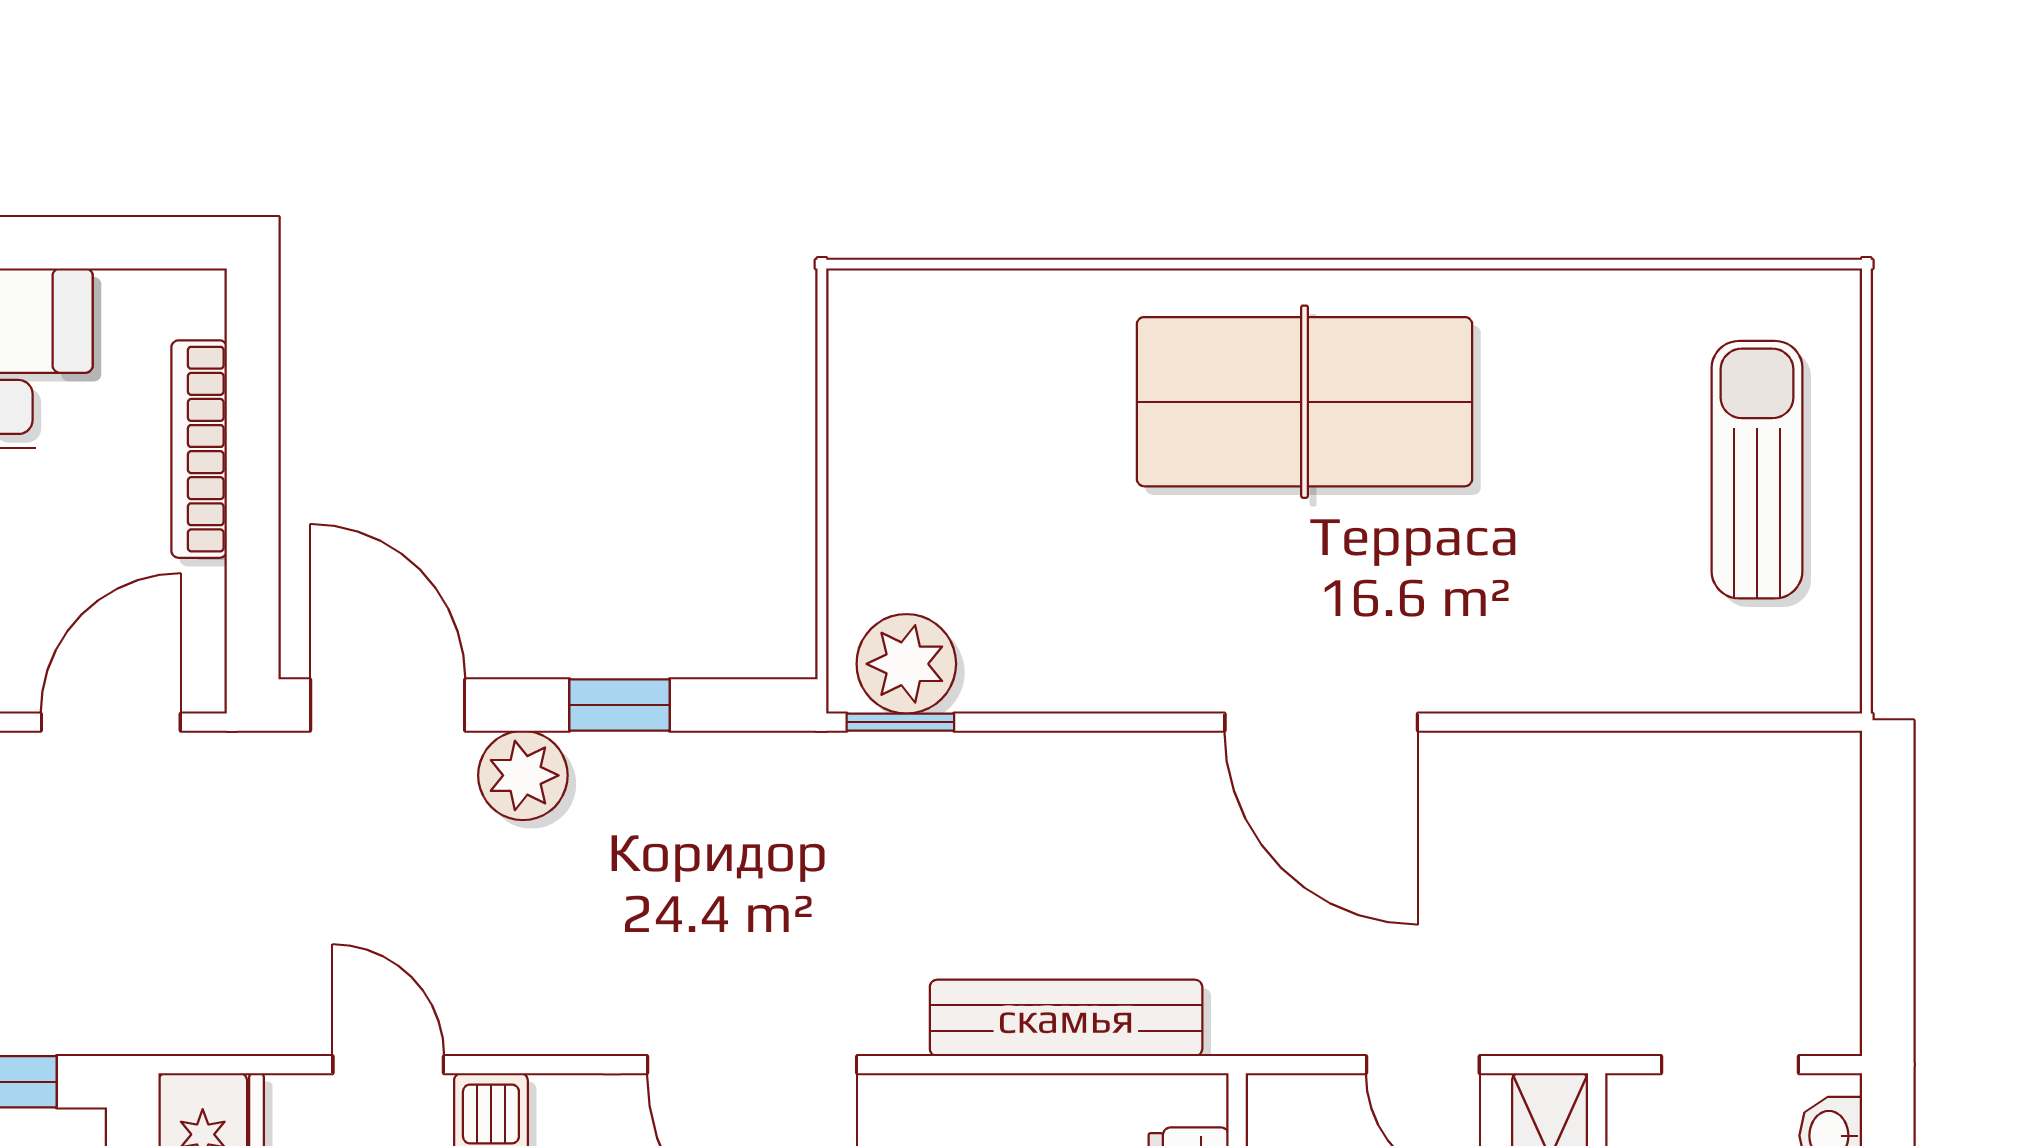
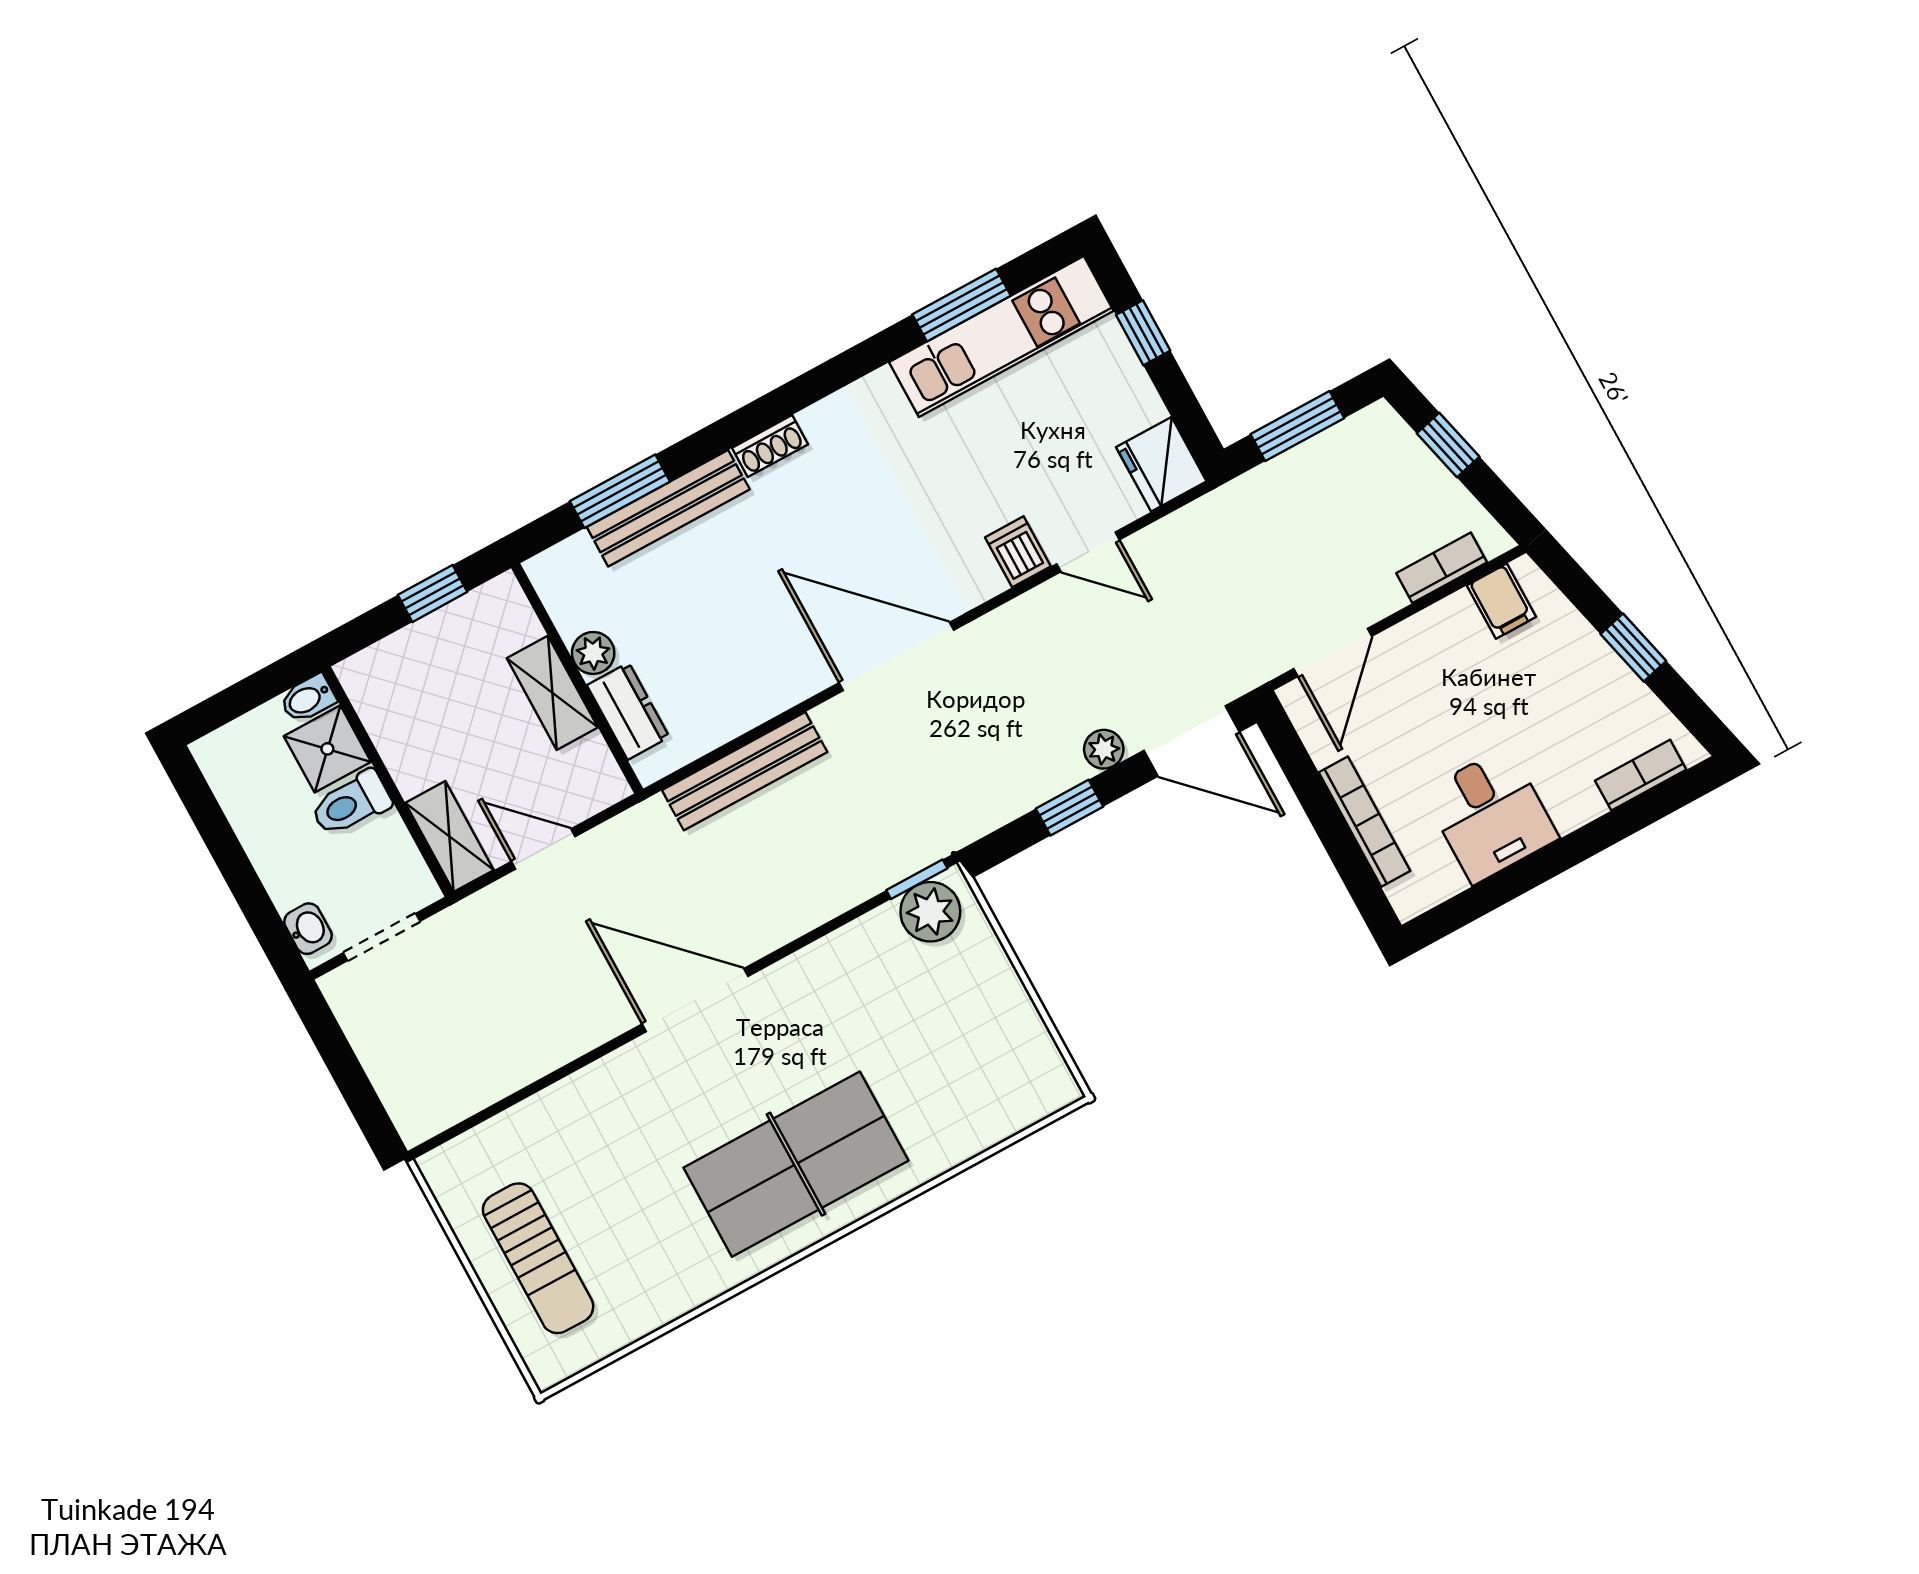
plant: (523, 775) -> (1104, 749), width x0.73, depth x0.73

